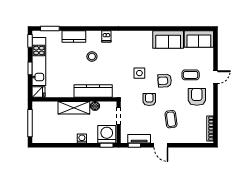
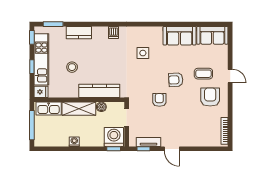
stool: (92, 56) -> (72, 67), moved
side table: (139, 73) -> (143, 53), moved
door: (216, 77) -> (230, 76), hinge flipped
kitchen sink: (46, 108) -> (49, 109), added
coffee table: (171, 119) -> (183, 121), removed
washing machine: (82, 139) -> (74, 142), moved

